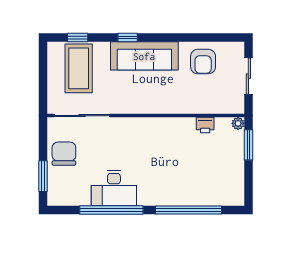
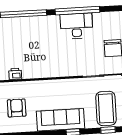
armchair: (203, 62) -> (17, 108), moved

